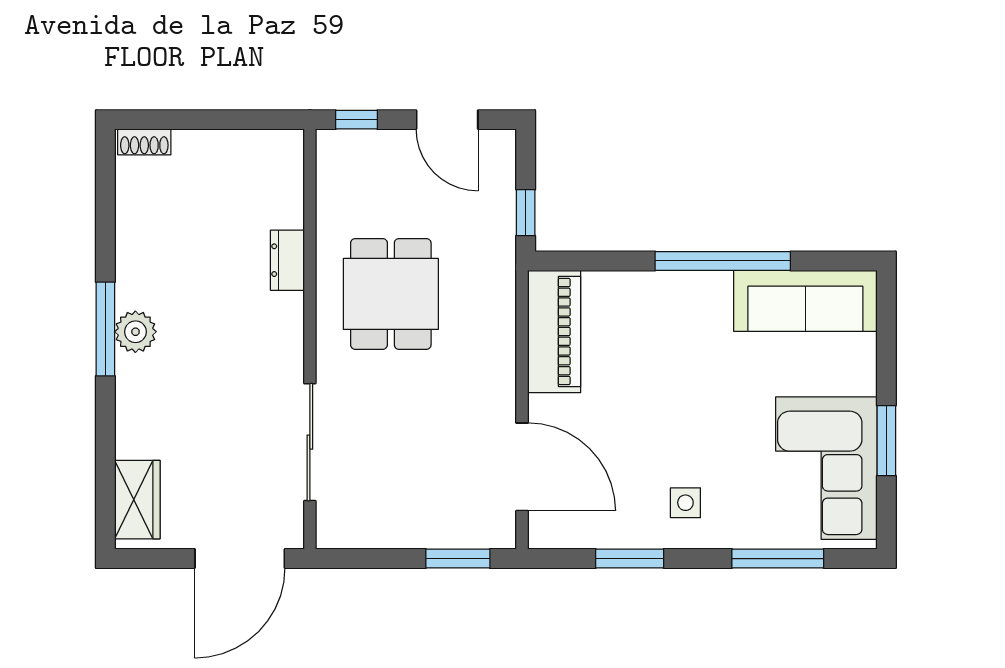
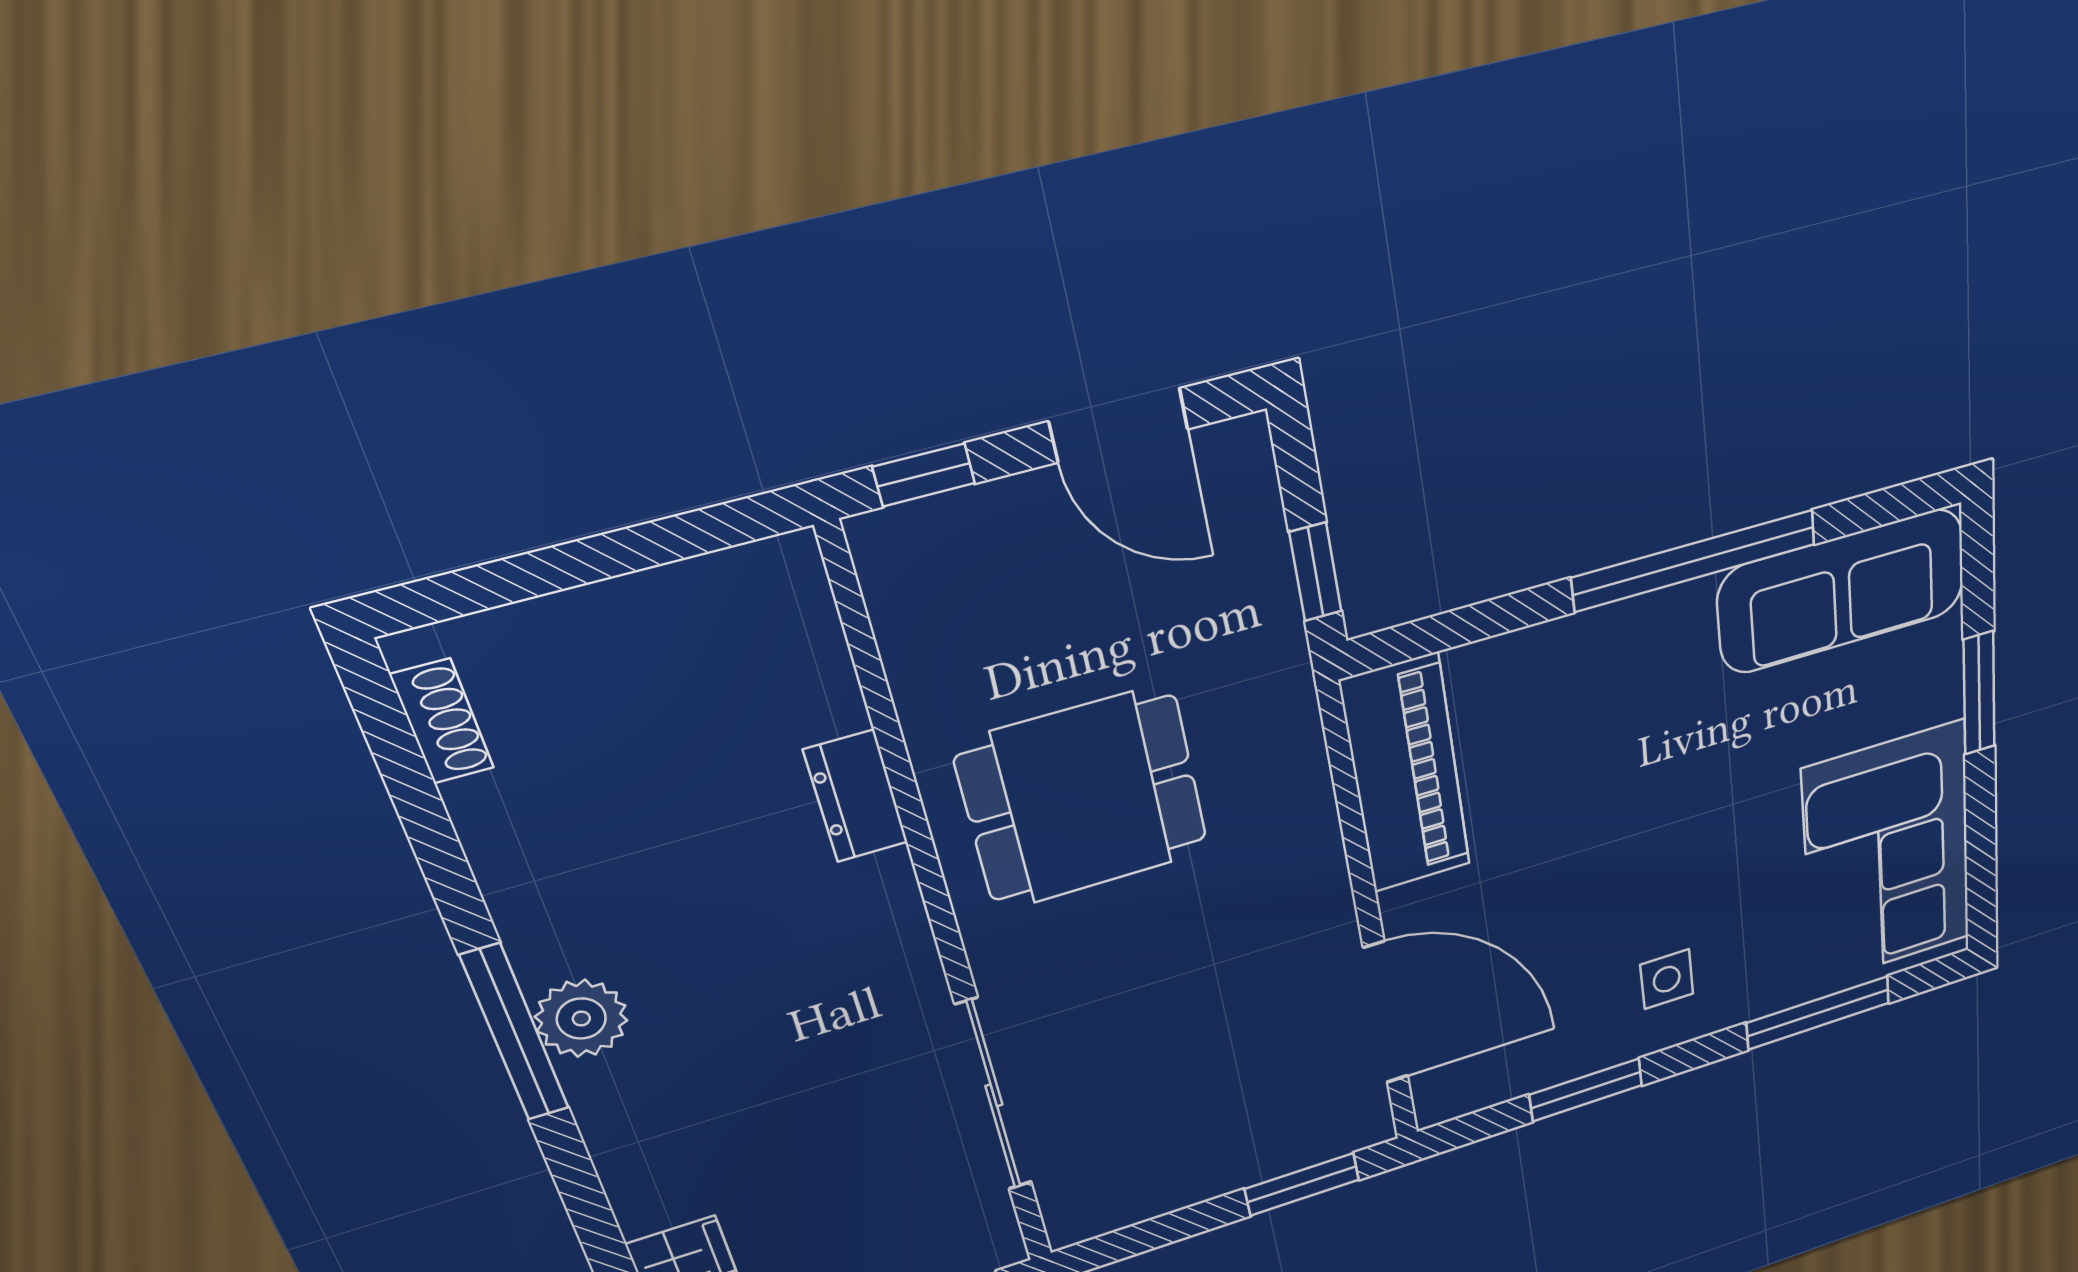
shoe rack: (144, 142) -> (442, 721), moved, turned -90
dining table: (391, 294) -> (1083, 798), turned 90
window: (886, 441) -> (1979, 693), moved

